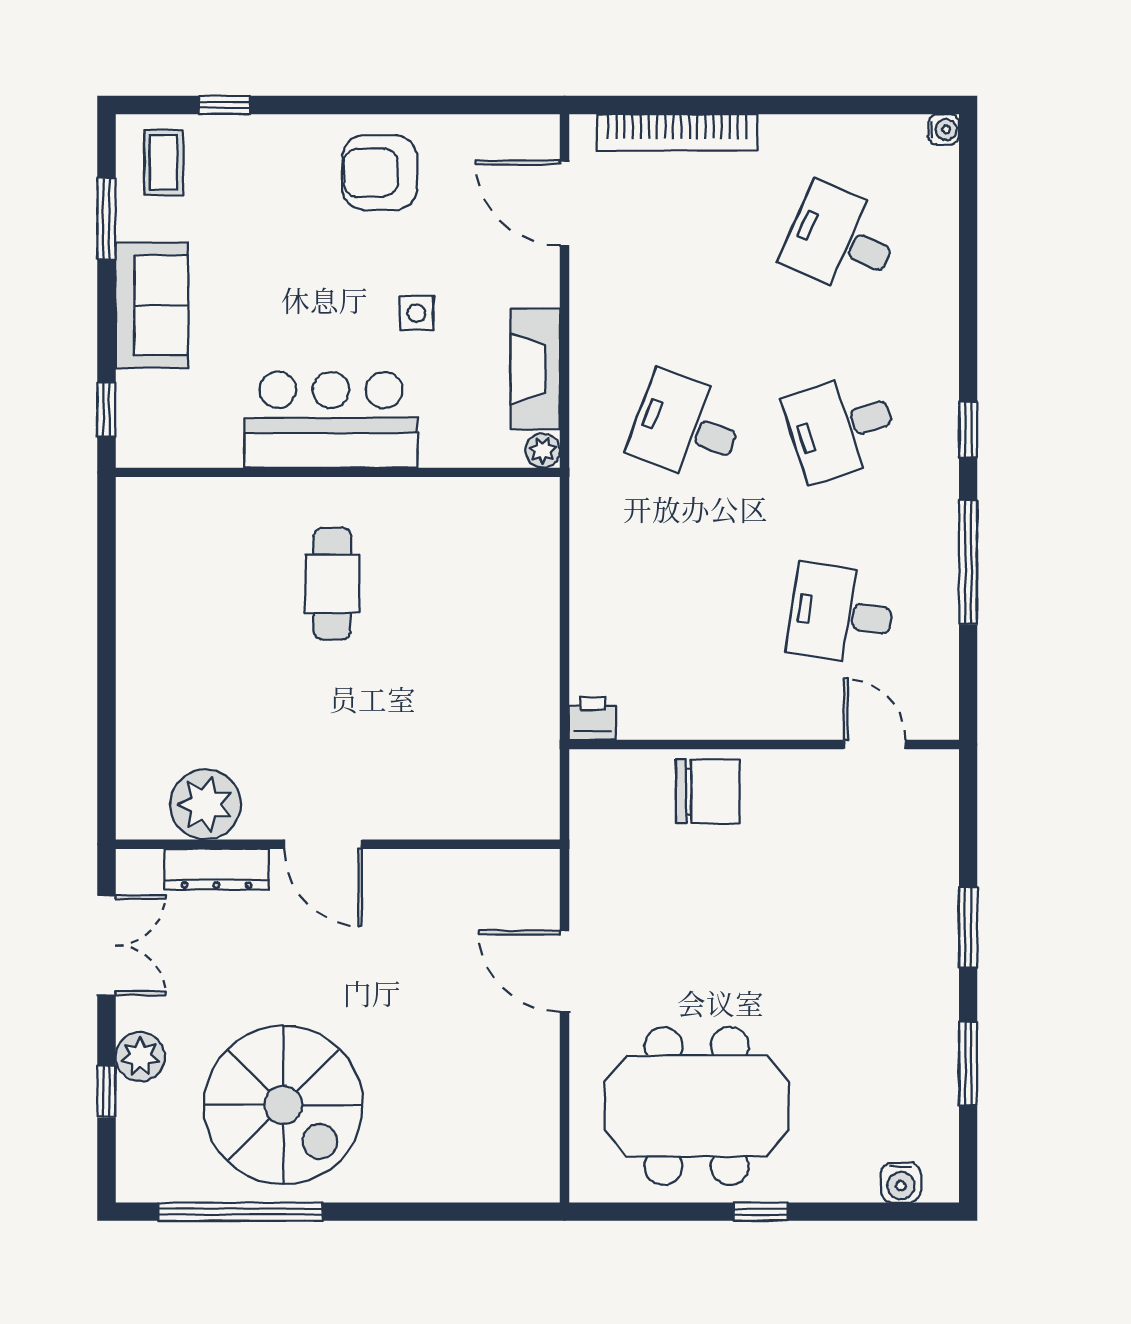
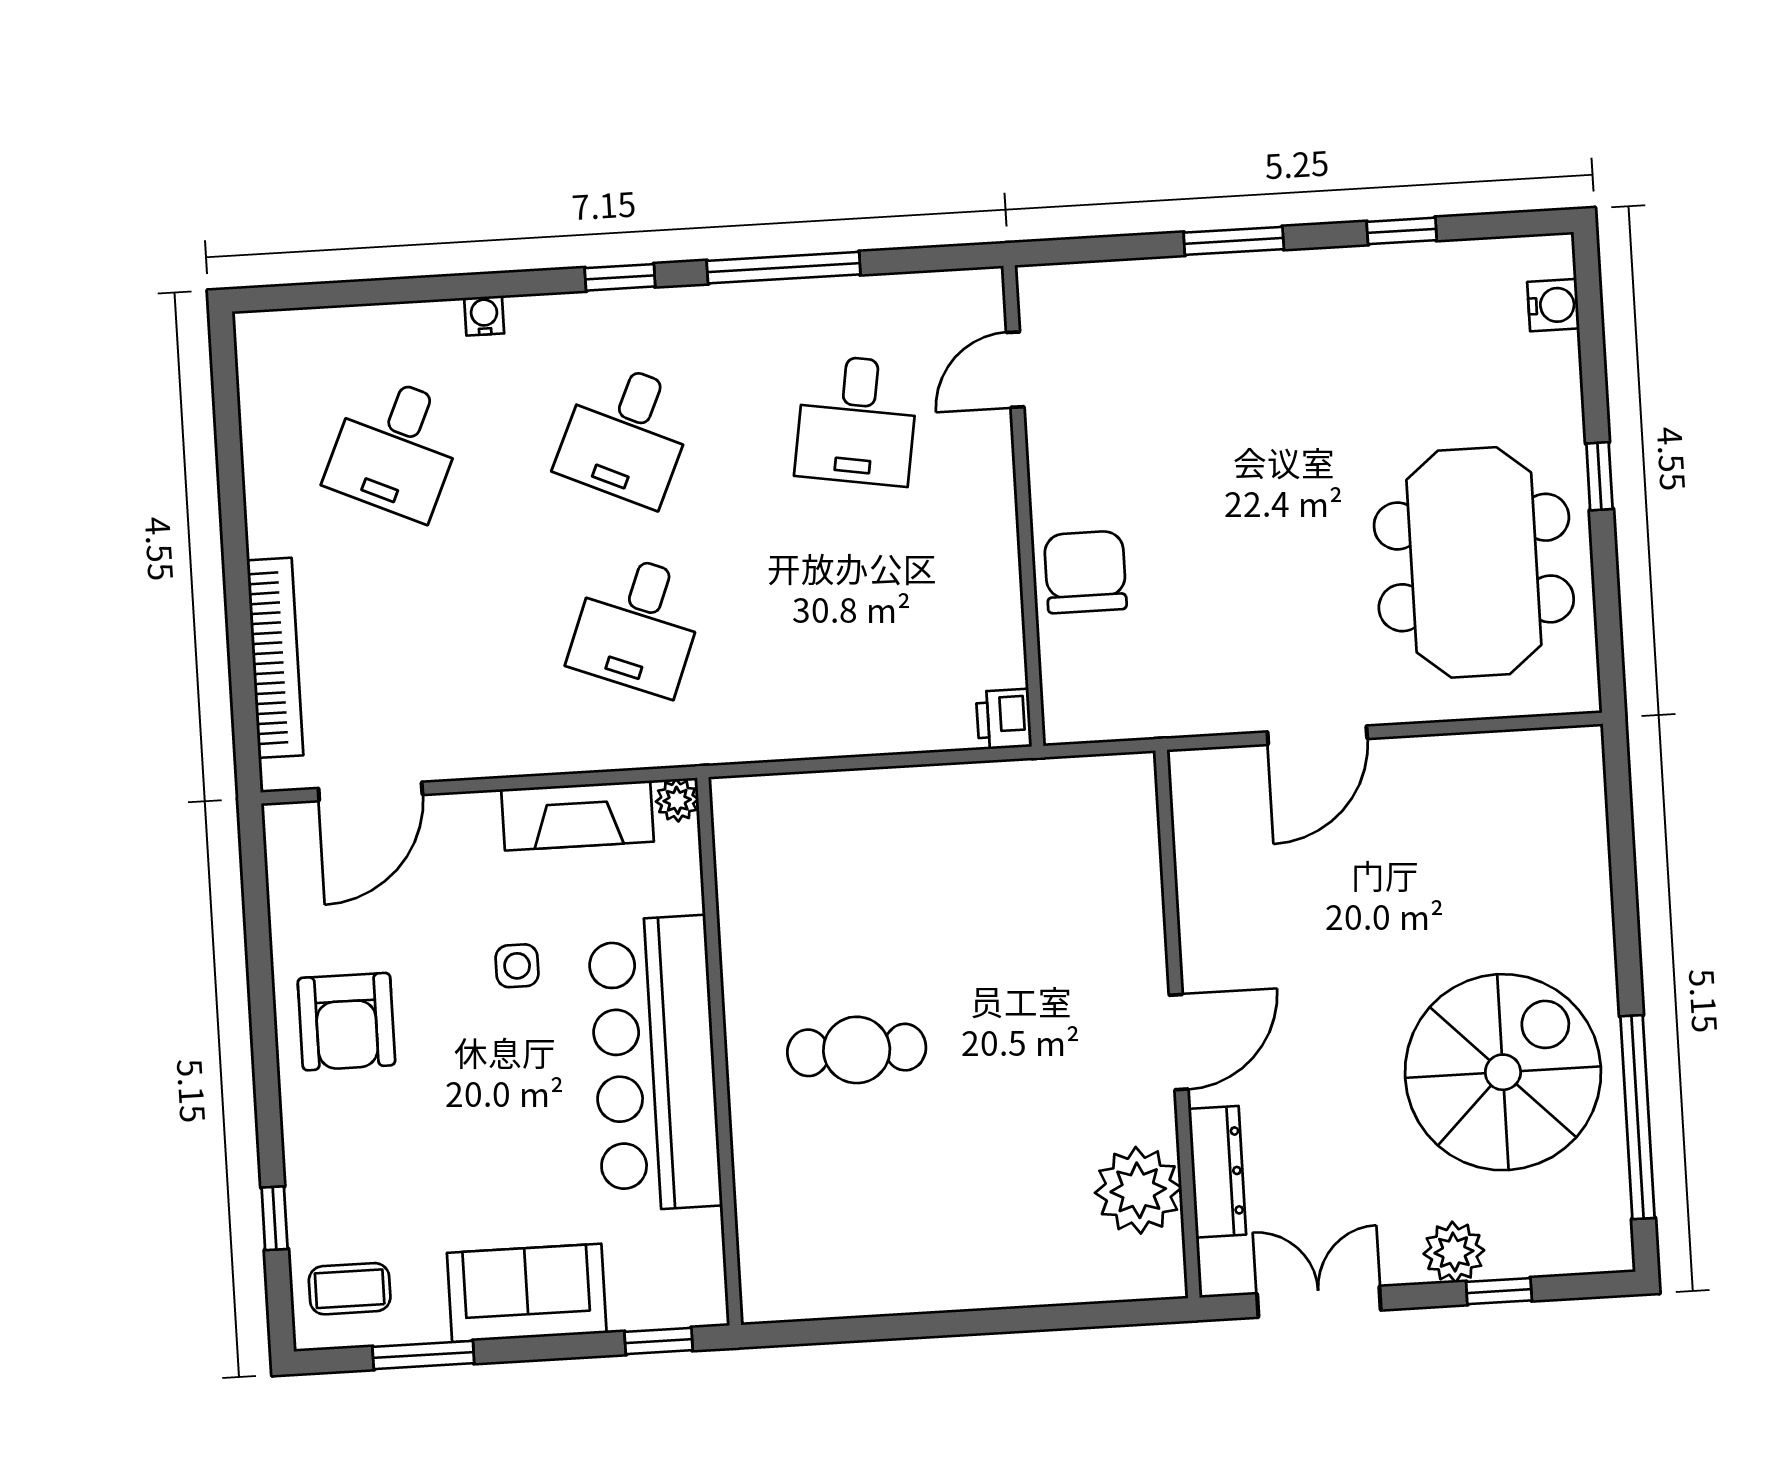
water cooler: (944, 129) -> (484, 316), moved
bar counter: (331, 420) -> (655, 1064), width x1.36
desk: (841, 427) -> (626, 434), turned 42
window: (968, 1064) -> (1402, 231), width x0.67

